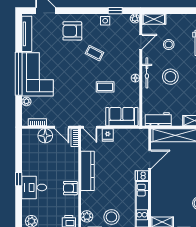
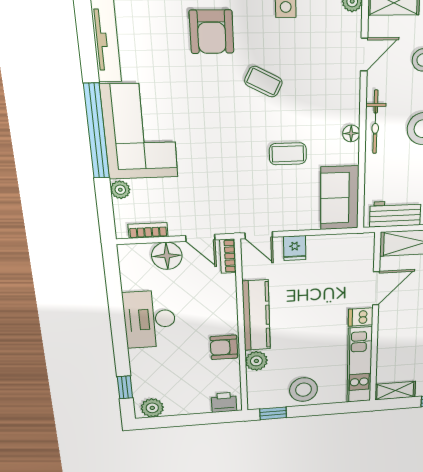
armchair: (72, 31) -> (212, 32), turned -90
sofa: (122, 117) -> (340, 198), moved, turned -90
window: (19, 179) -> (125, 387), moved
desk: (34, 187) -> (150, 319), moved, width x1.37
plant: (87, 216) -> (256, 361), moved

